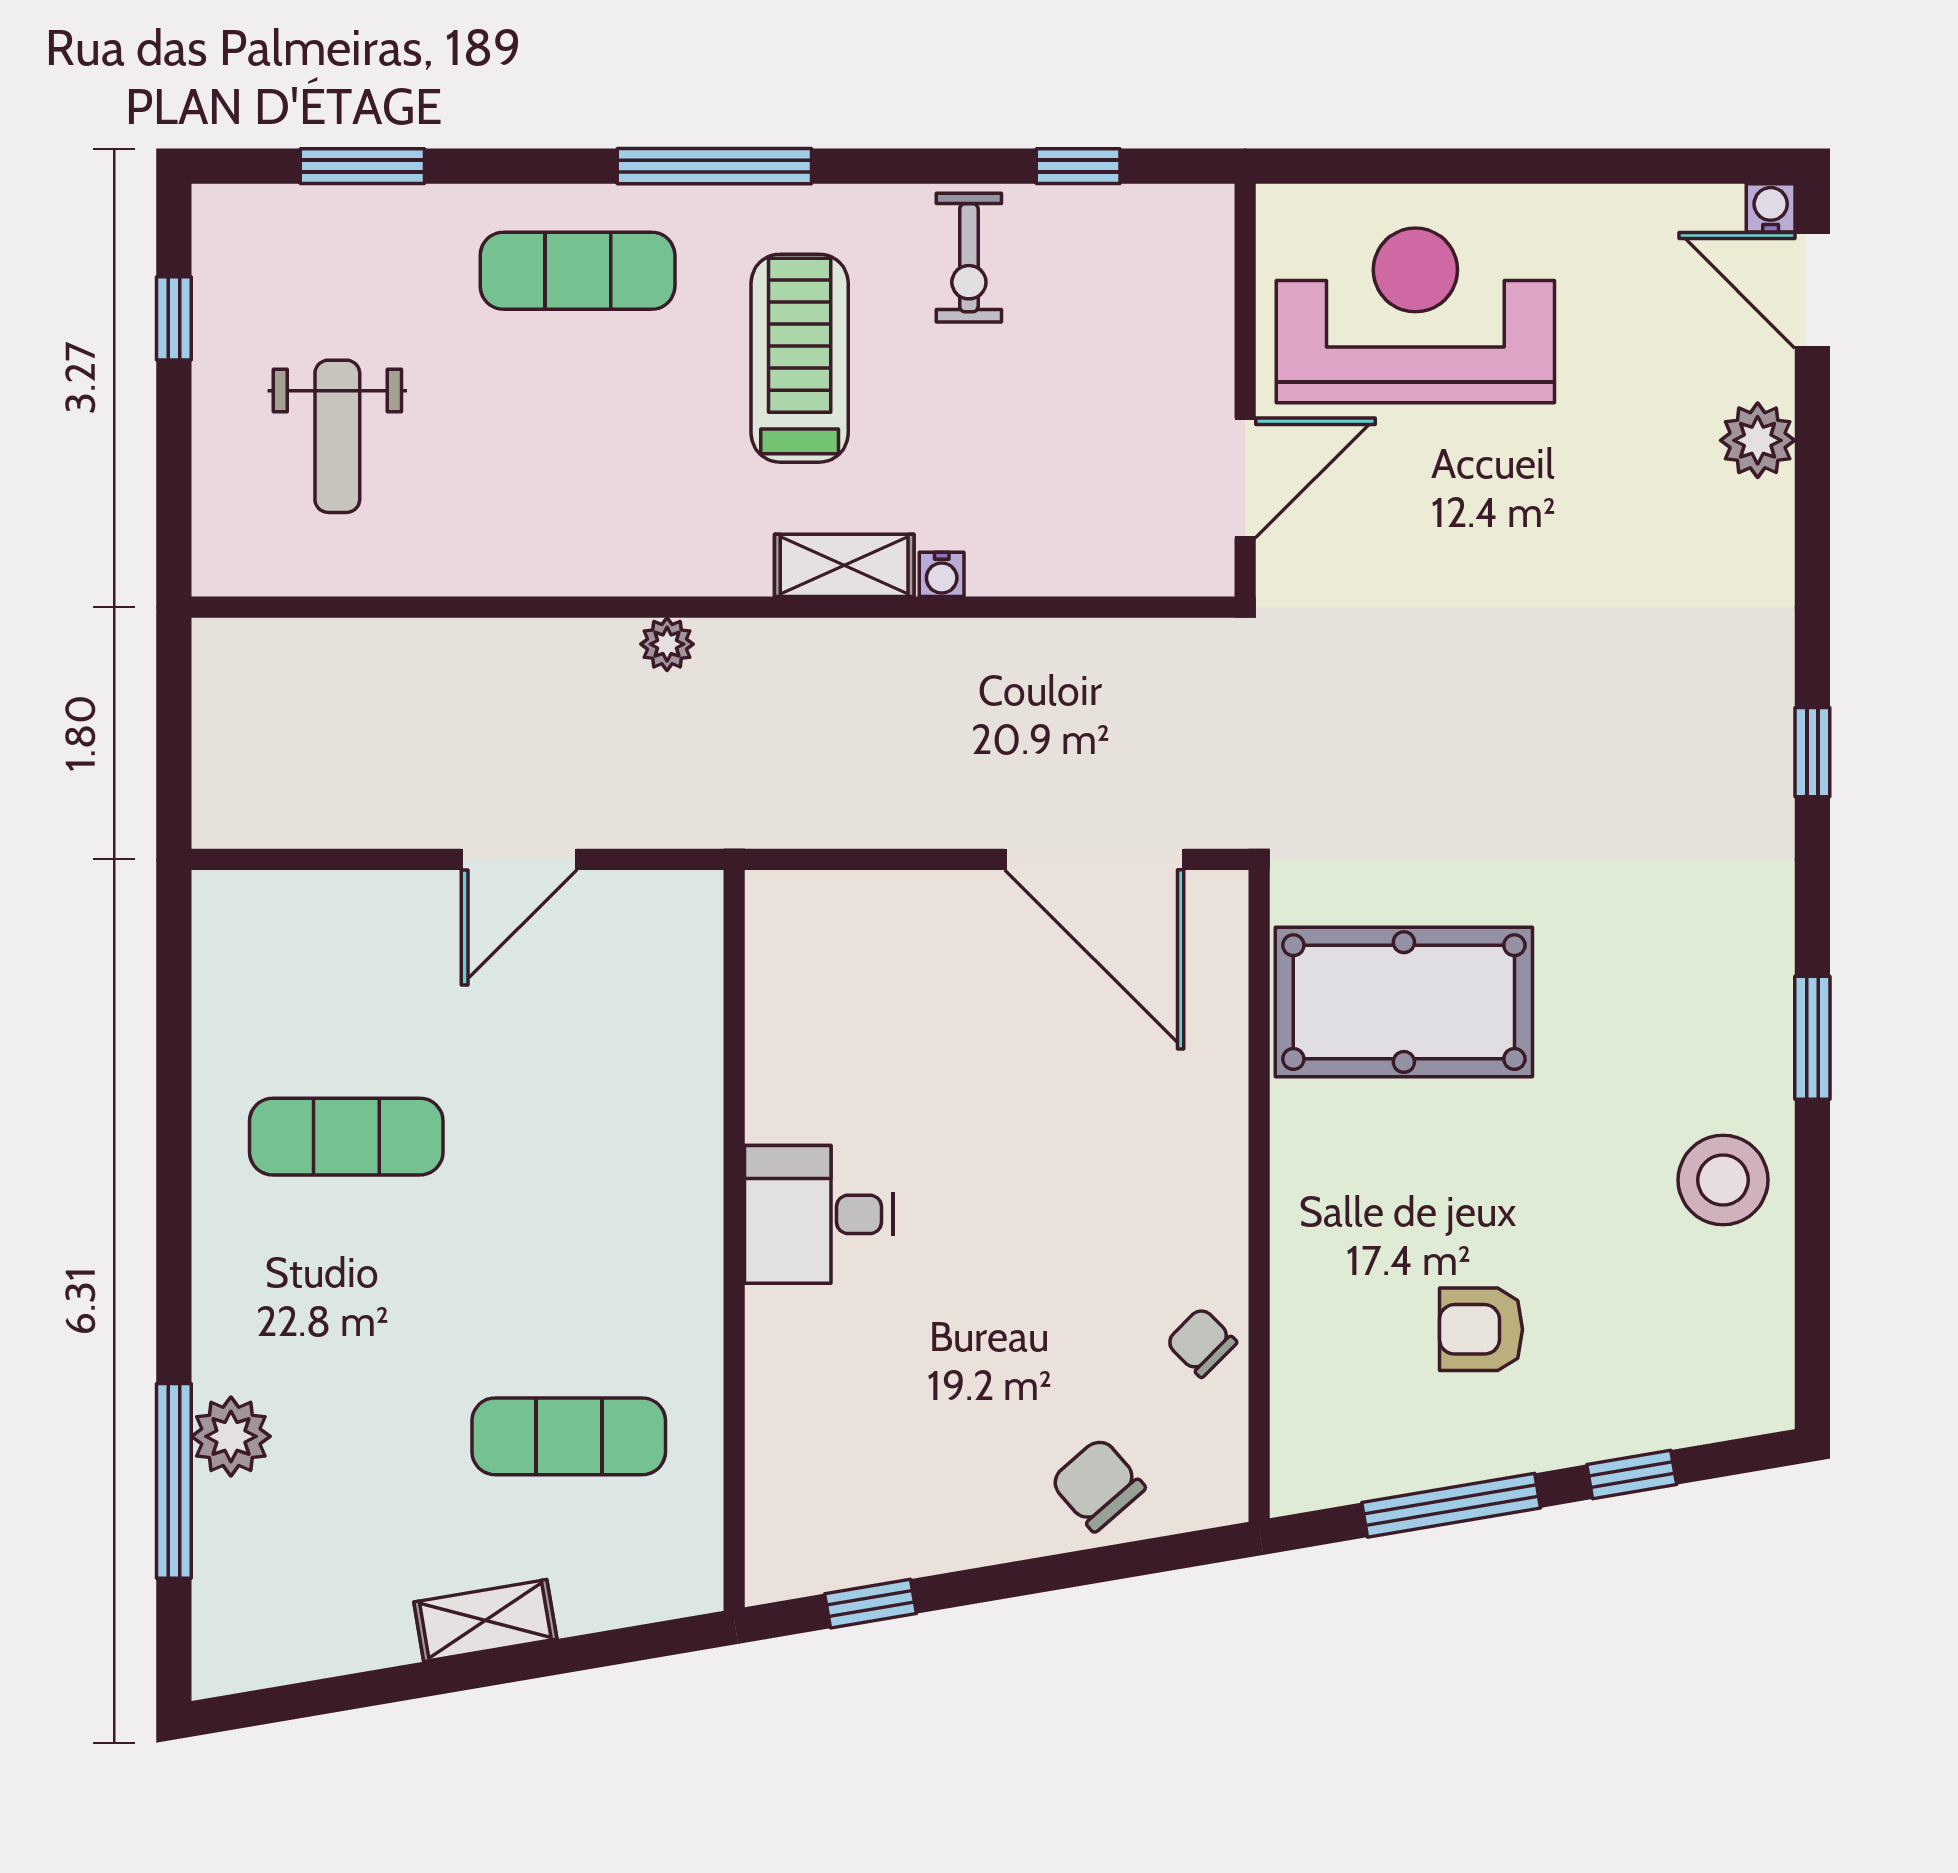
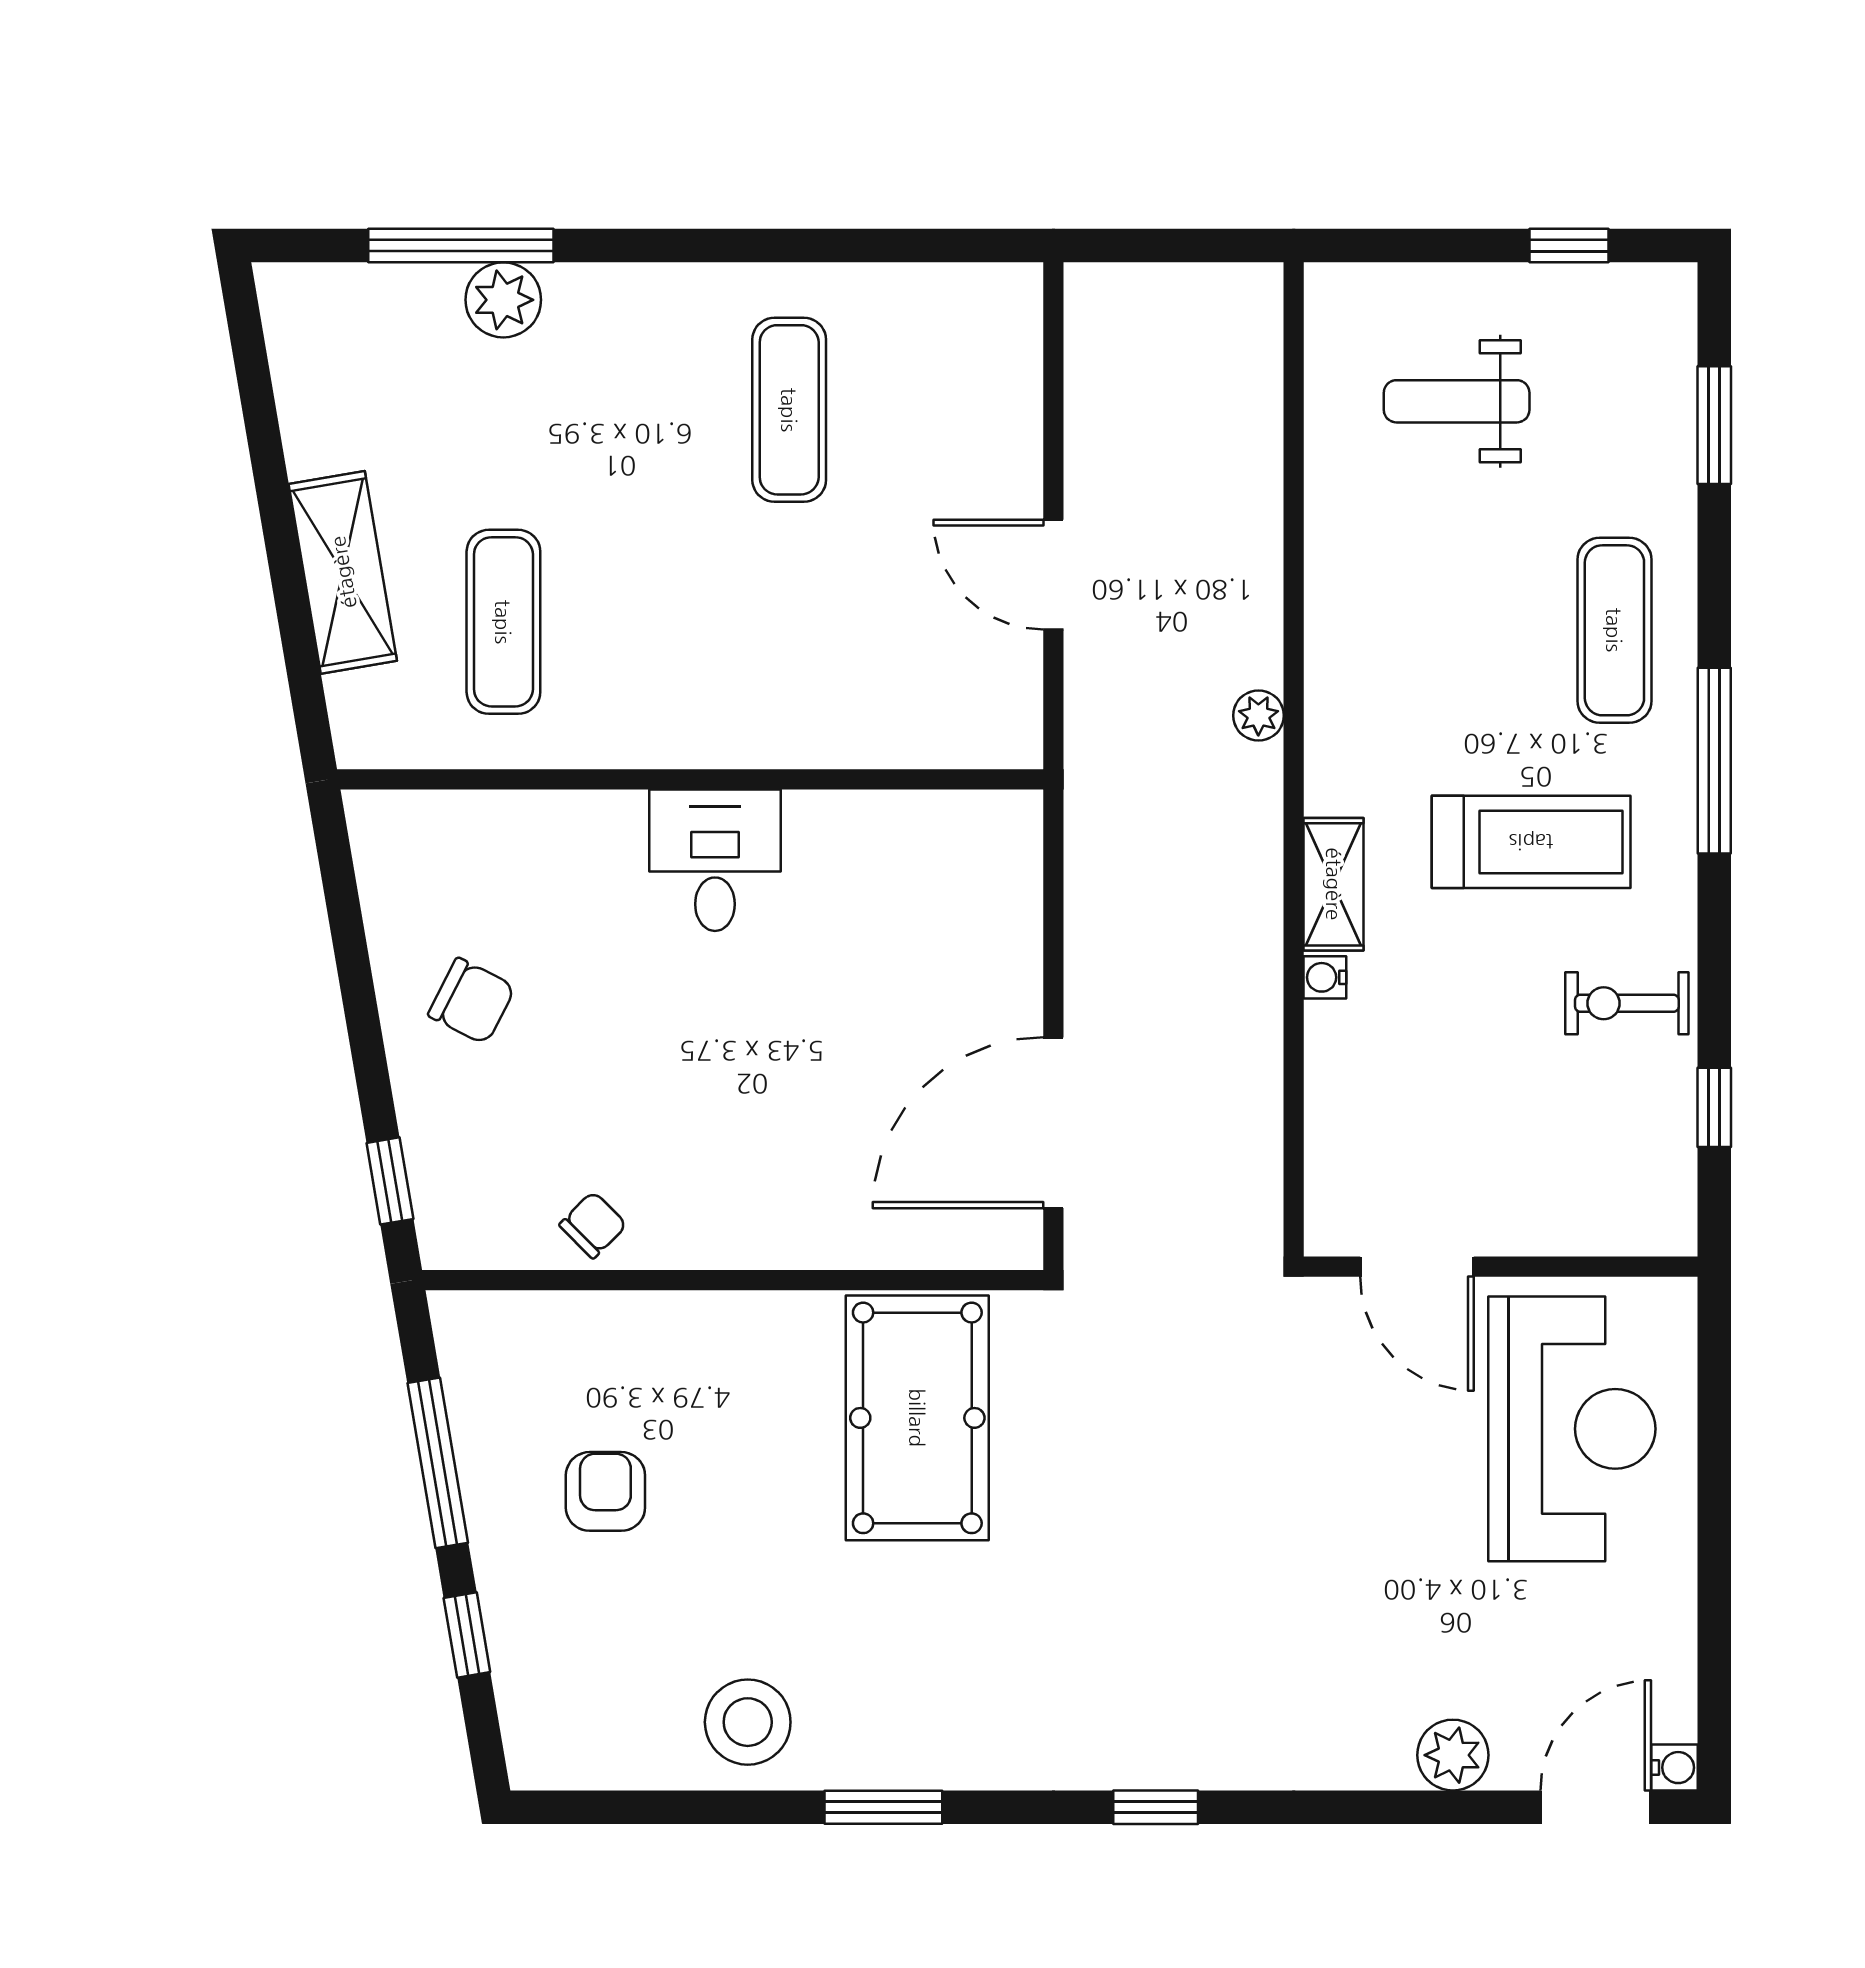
chair: (1098, 1485) -> (472, 1001), moved, turned 68
window: (870, 1604) -> (390, 1181), moved
shelving: (485, 1620) -> (343, 572), width x1.50, depth x1.33

